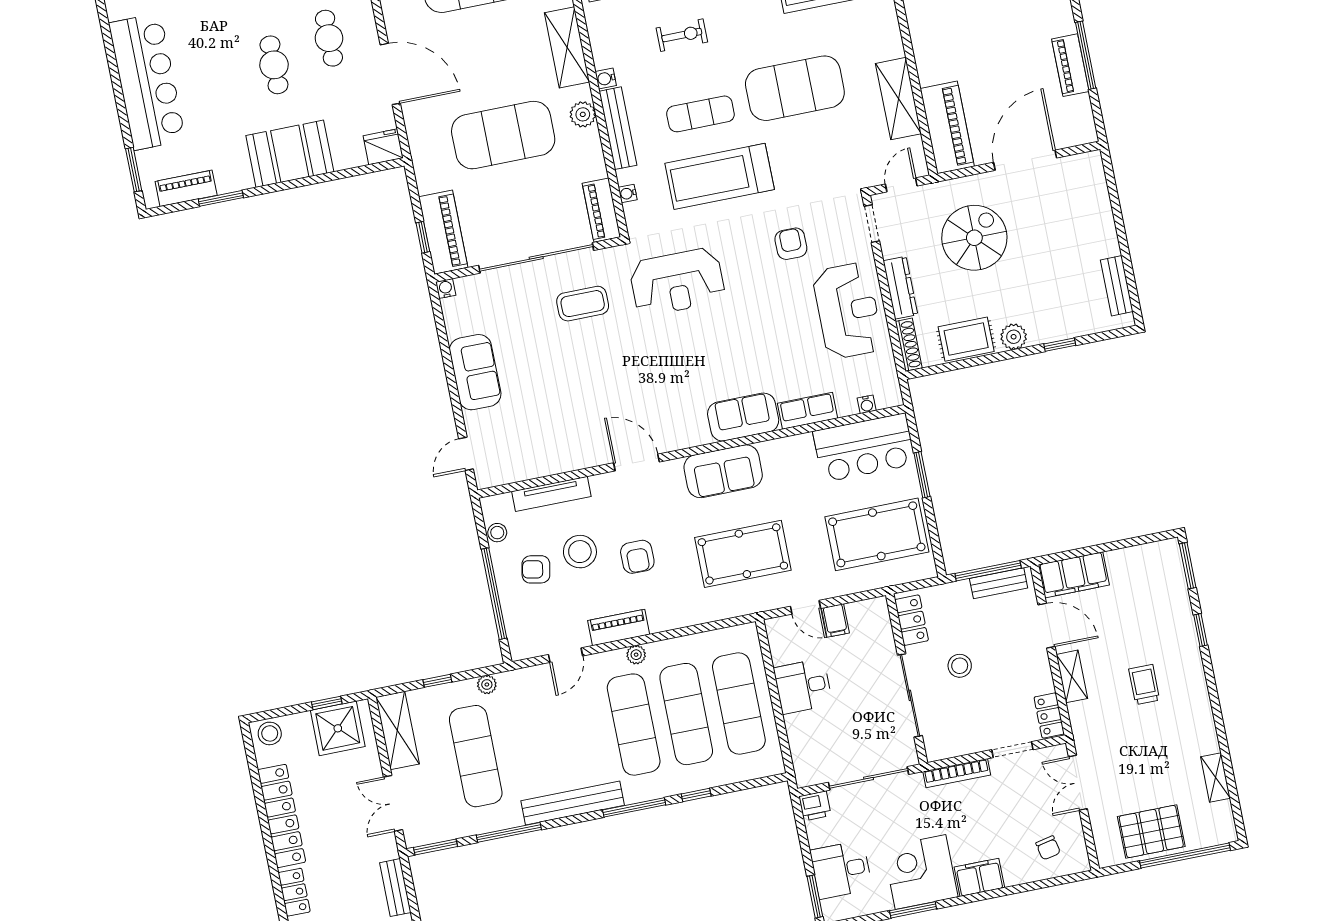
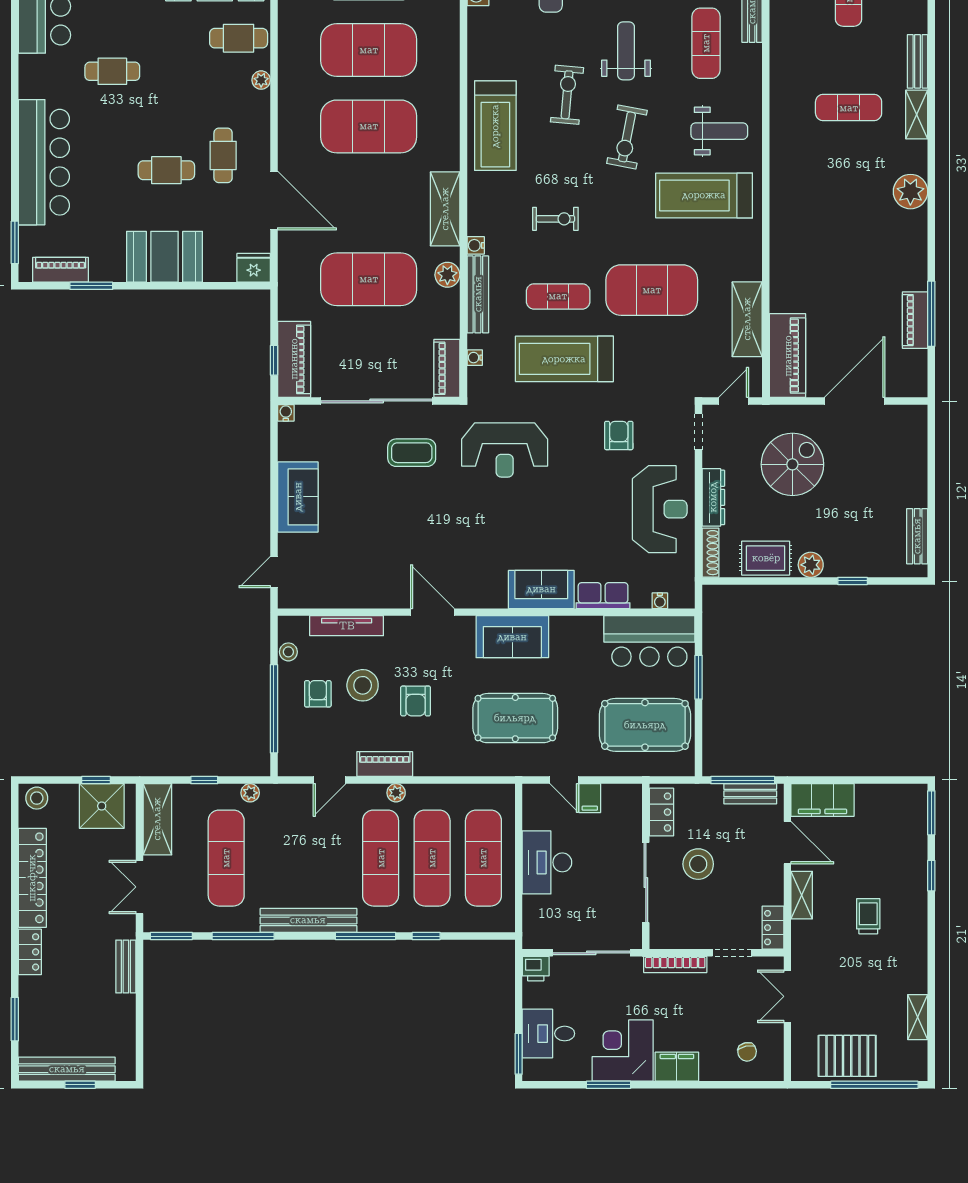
cafe table: (274, 65) -> (166, 170), turned 90
armchair: (536, 569) -> (318, 694), turned 79
stool: (960, 666) -> (698, 864), width x1.38, depth x1.38
desk: (803, 686) -> (547, 862), width x1.37

